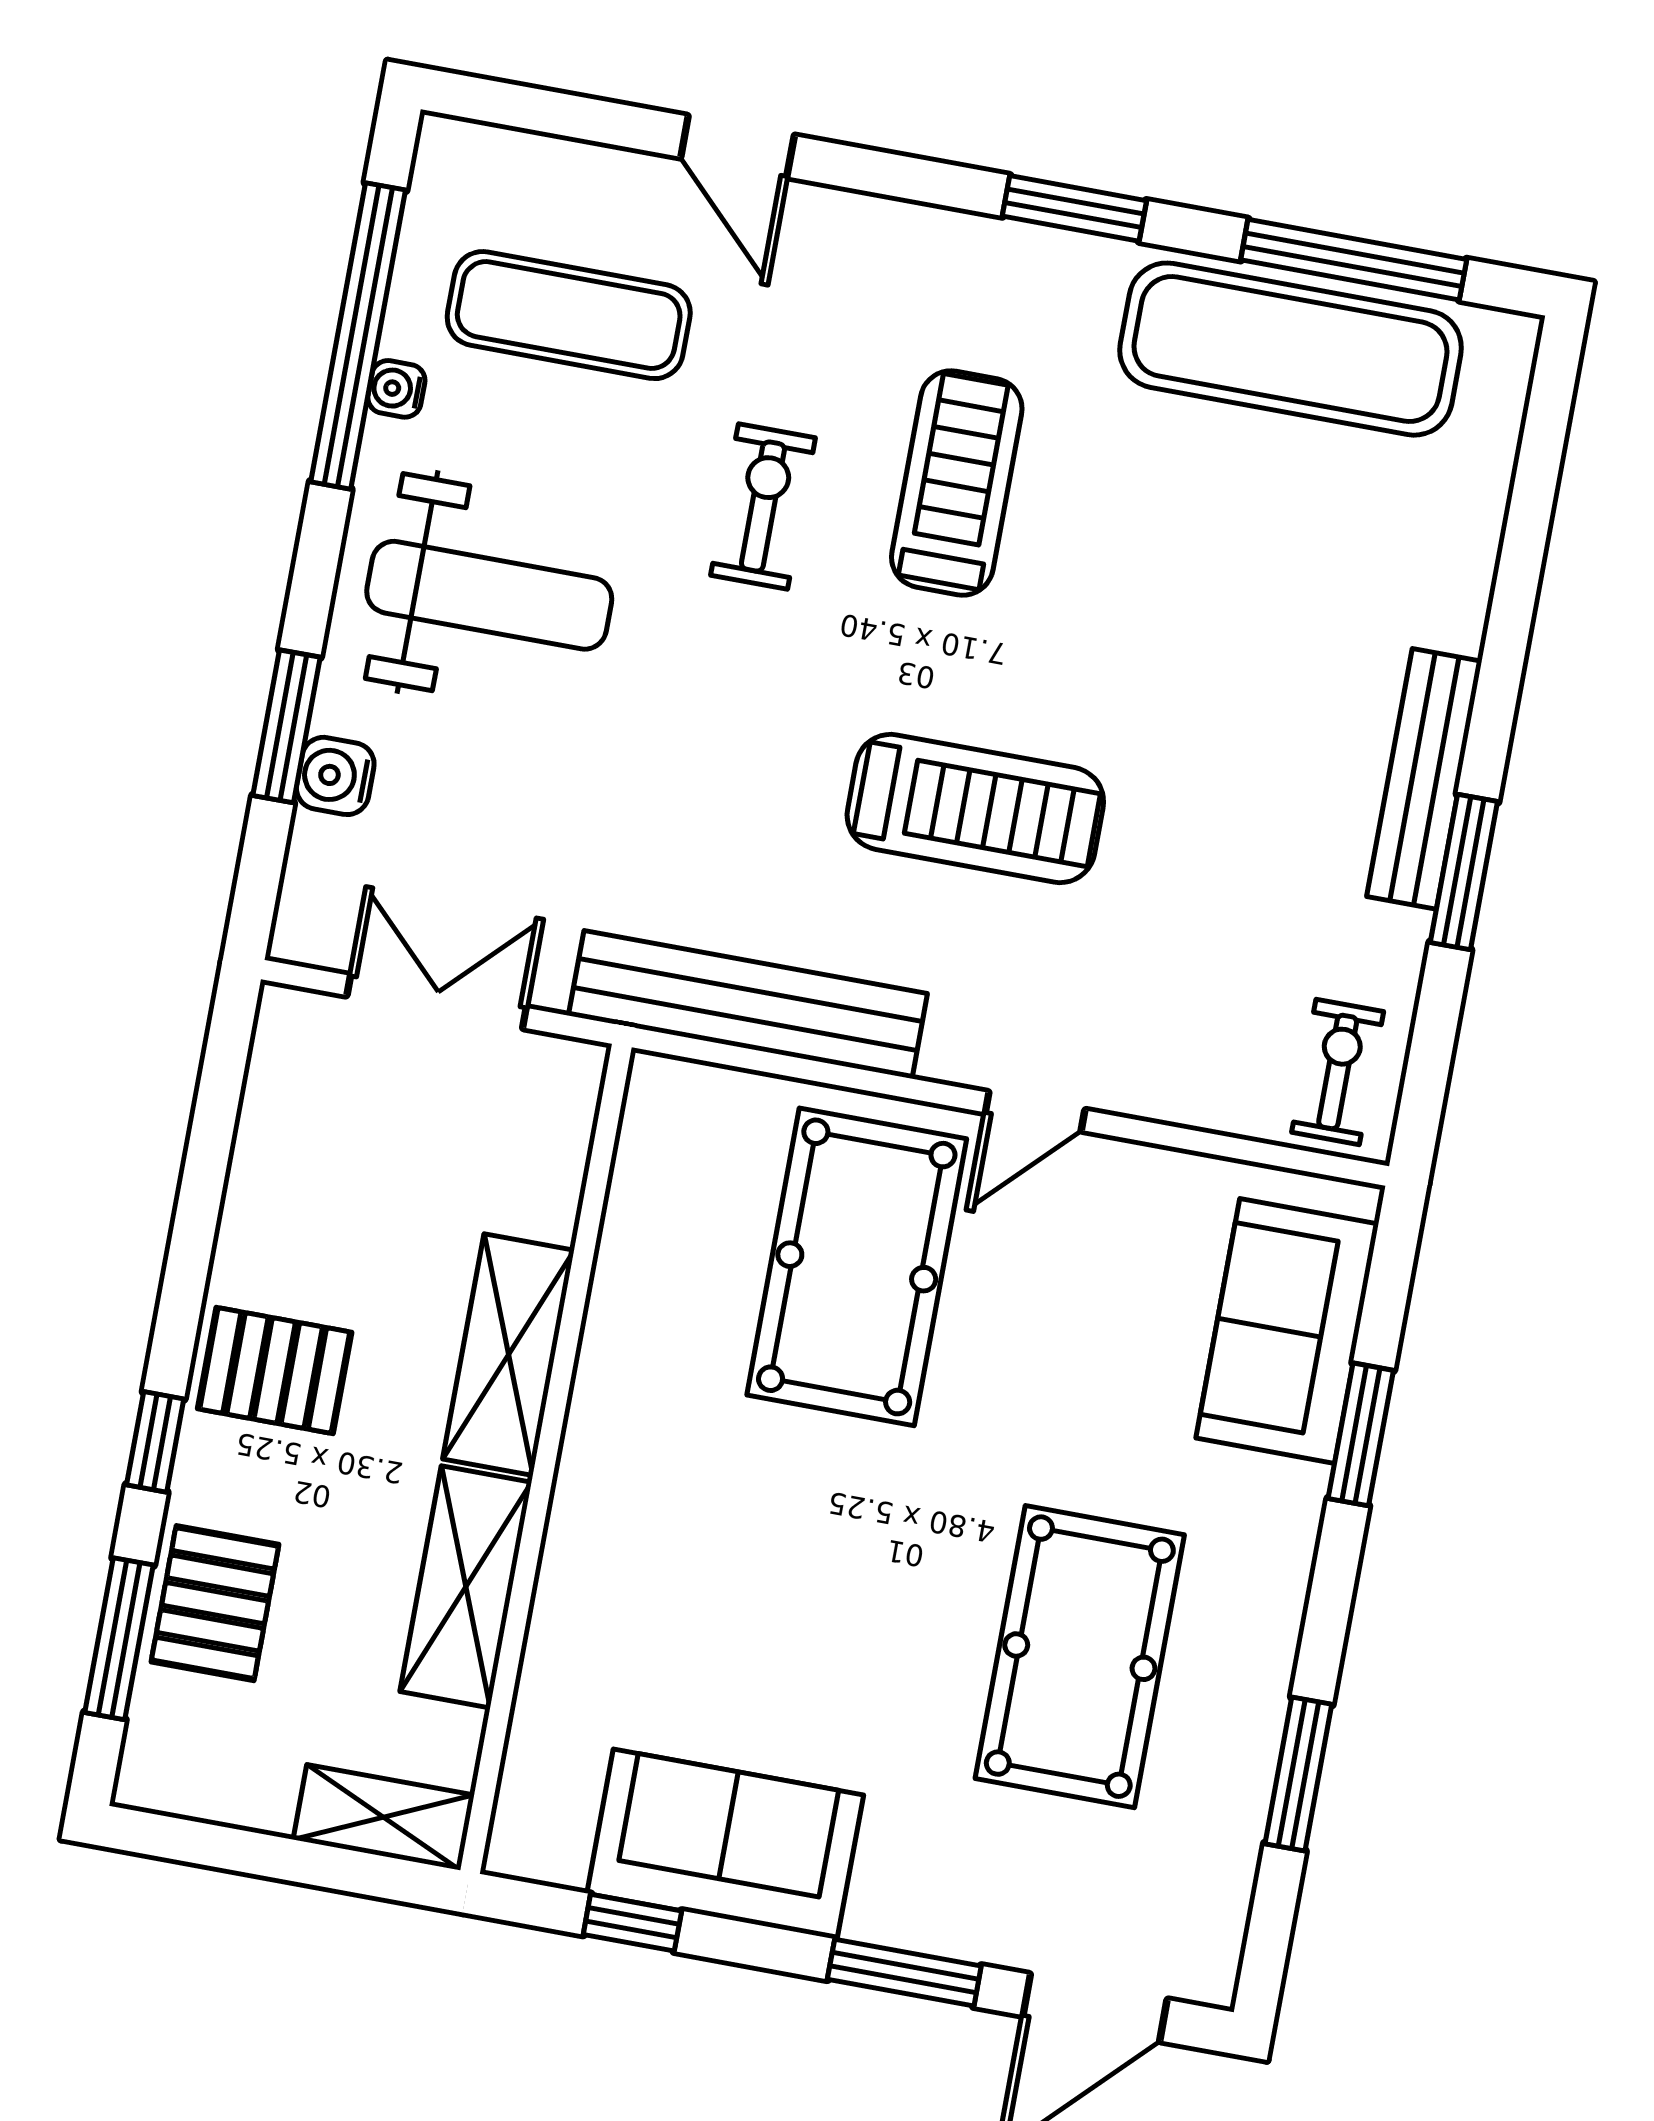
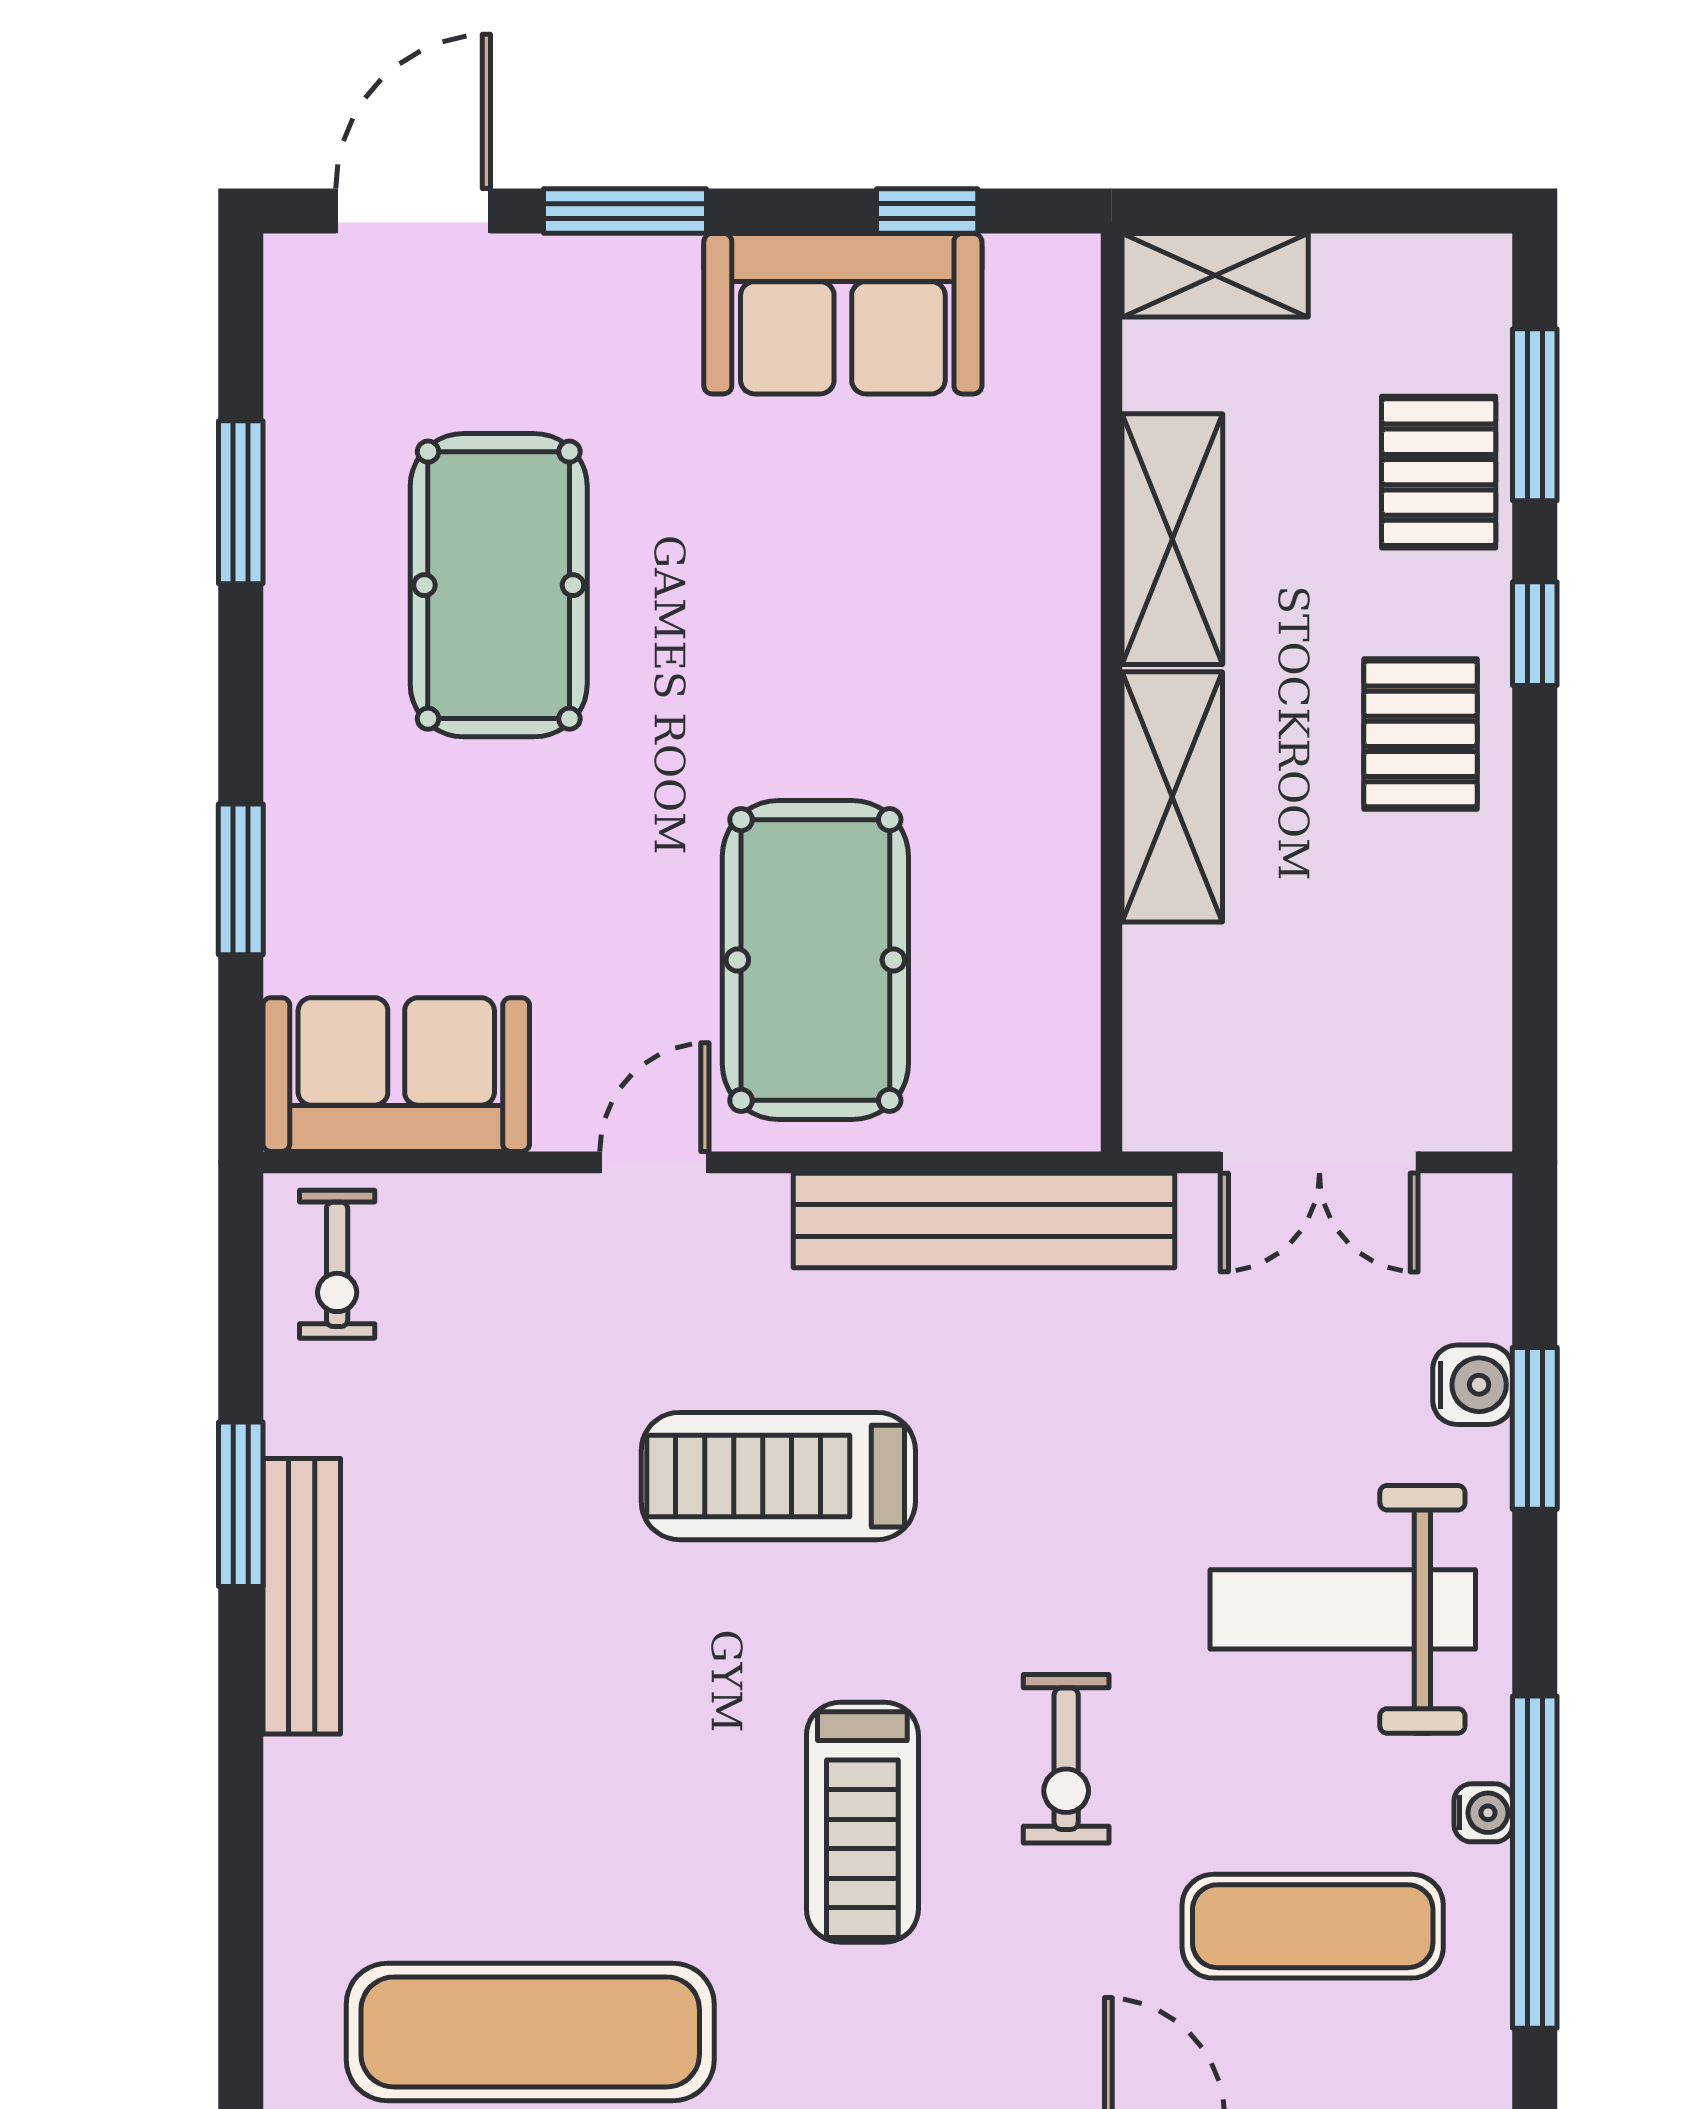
sofa: (1287, 1331) -> (396, 1075), moved, turned -90
pallet: (275, 1370) -> (1421, 734), turned 90

